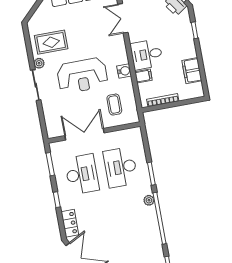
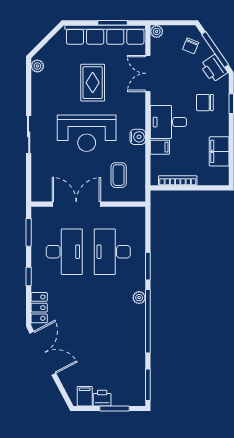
chair: (173, 33) -> (205, 103), added
rug: (51, 42) -> (93, 83), moved, turned 90
plant: (39, 63) -> (37, 66), moved

